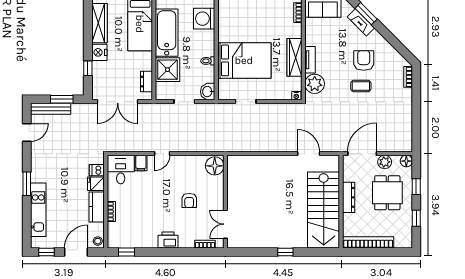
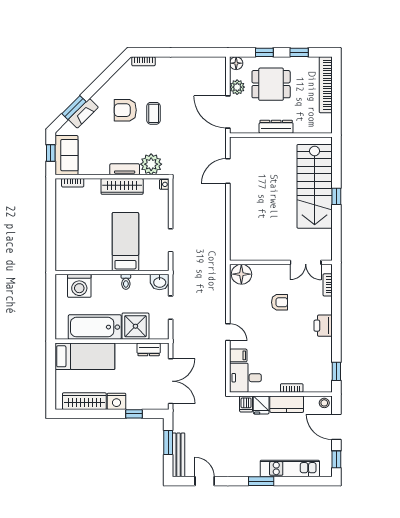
bed: (244, 60) -> (125, 242), width x0.67
stairs: (324, 210) -> (315, 186), moved, turned 90
bookcase: (368, 242) -> (326, 85), moved

